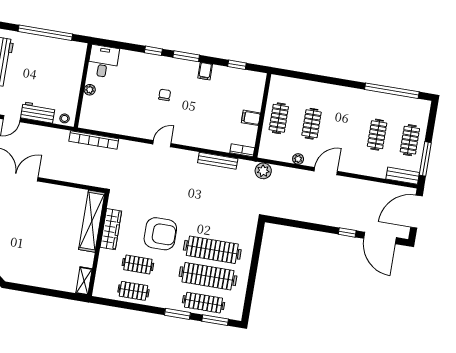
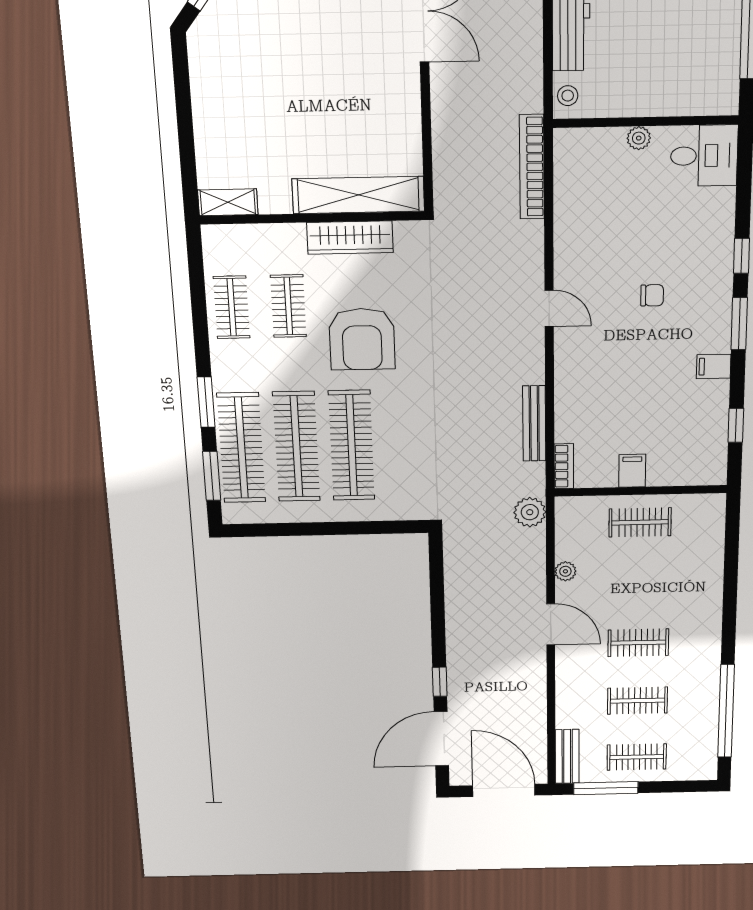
clothes rail: (312, 124) -> (638, 643), moved
clothes rail: (204, 303) -> (241, 448), width x1.37, depth x1.31

